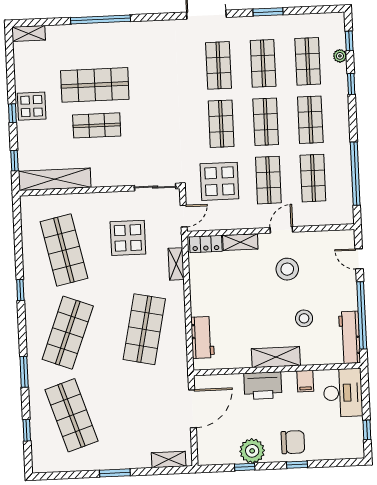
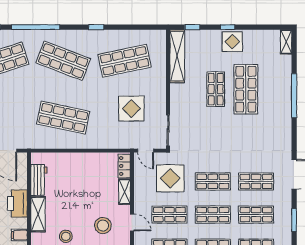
shelving: (176, 264) -> (110, 143), removed
workbench: (202, 337) -> (39, 180), moved, turned -90
window: (24, 372) -> (36, 27), width x2.11

